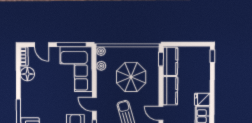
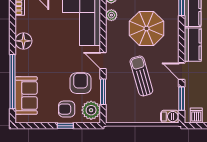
floor lamp: (27, 74) -> (23, 41), moved

